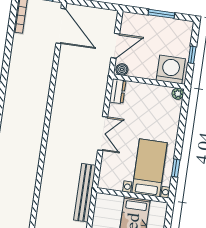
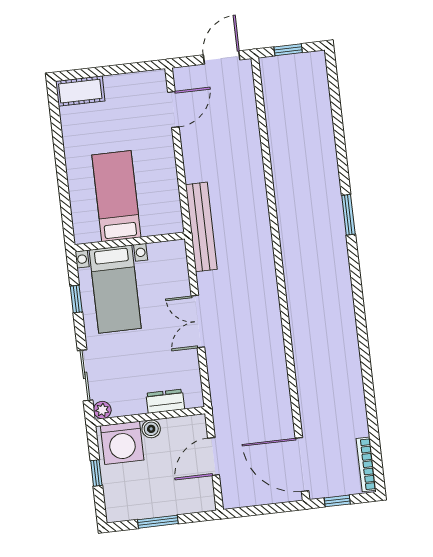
boiler: (122, 69) -> (151, 429), moved
dresser: (118, 91) -> (165, 401), moved, turned 90
sliding door: (183, 118) -> (85, 375), added

